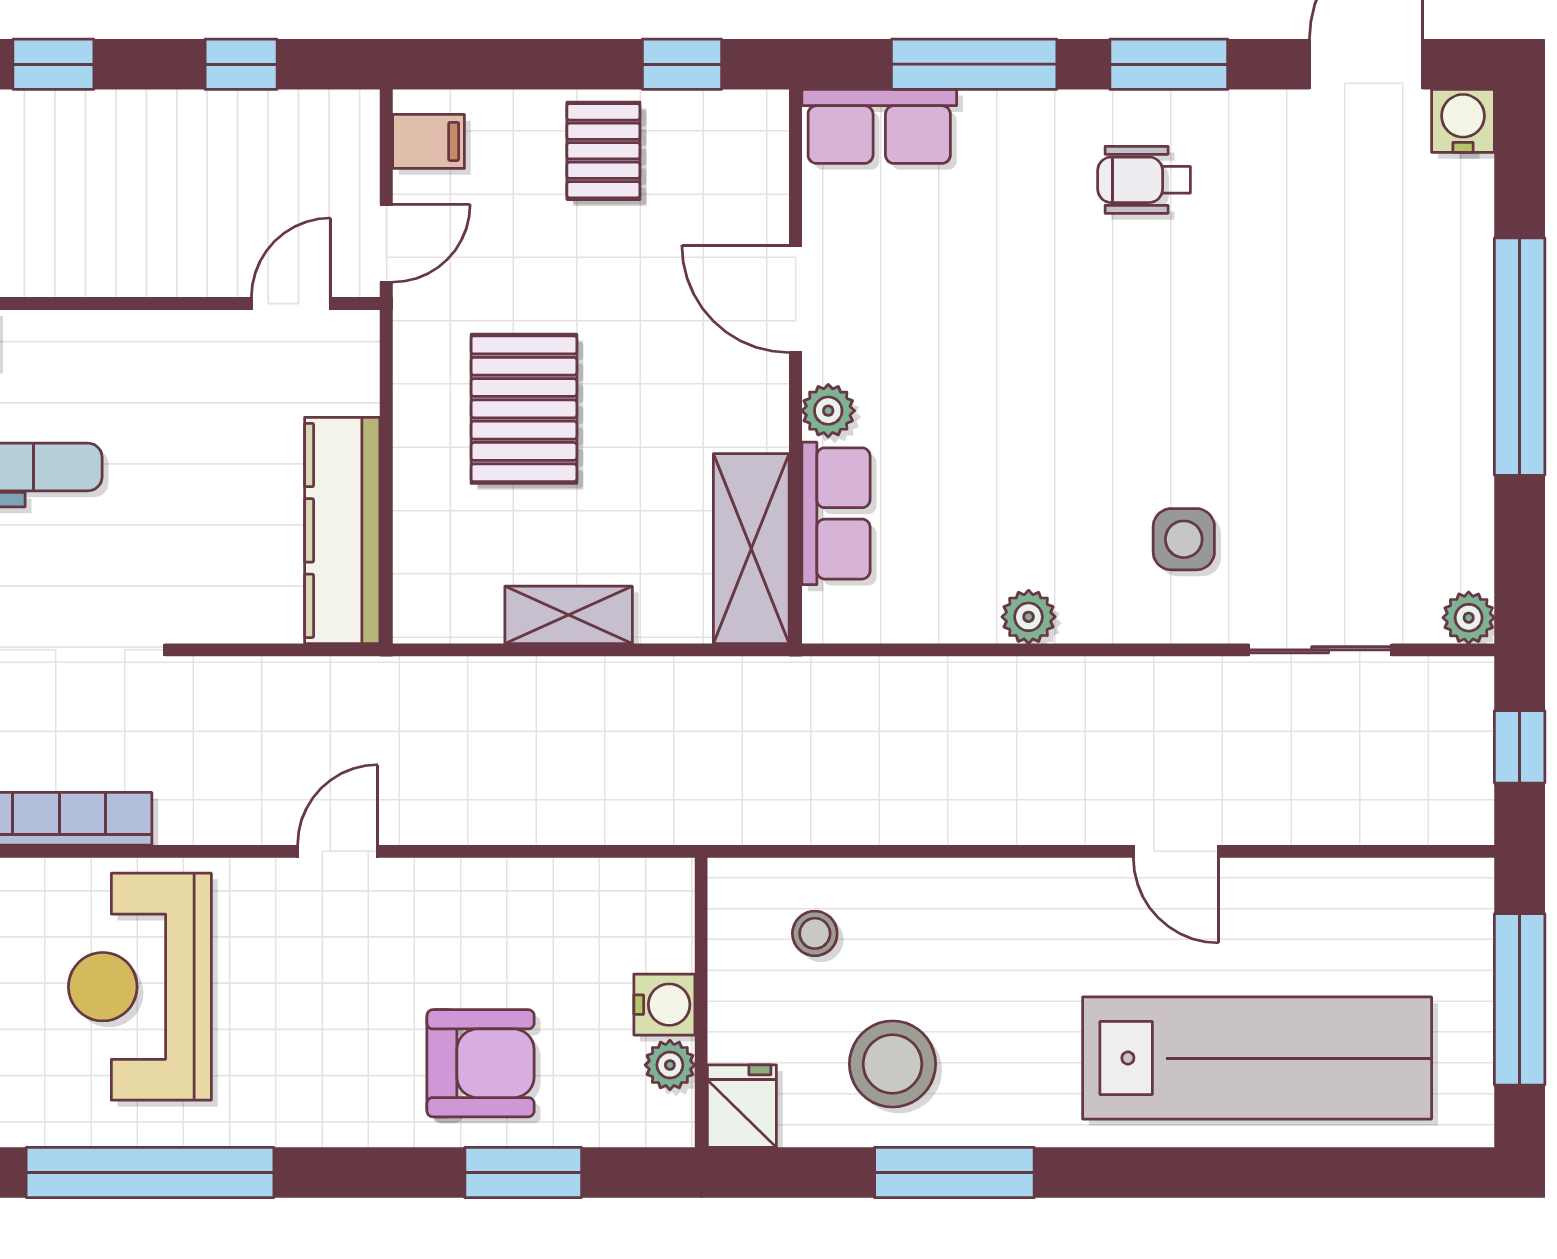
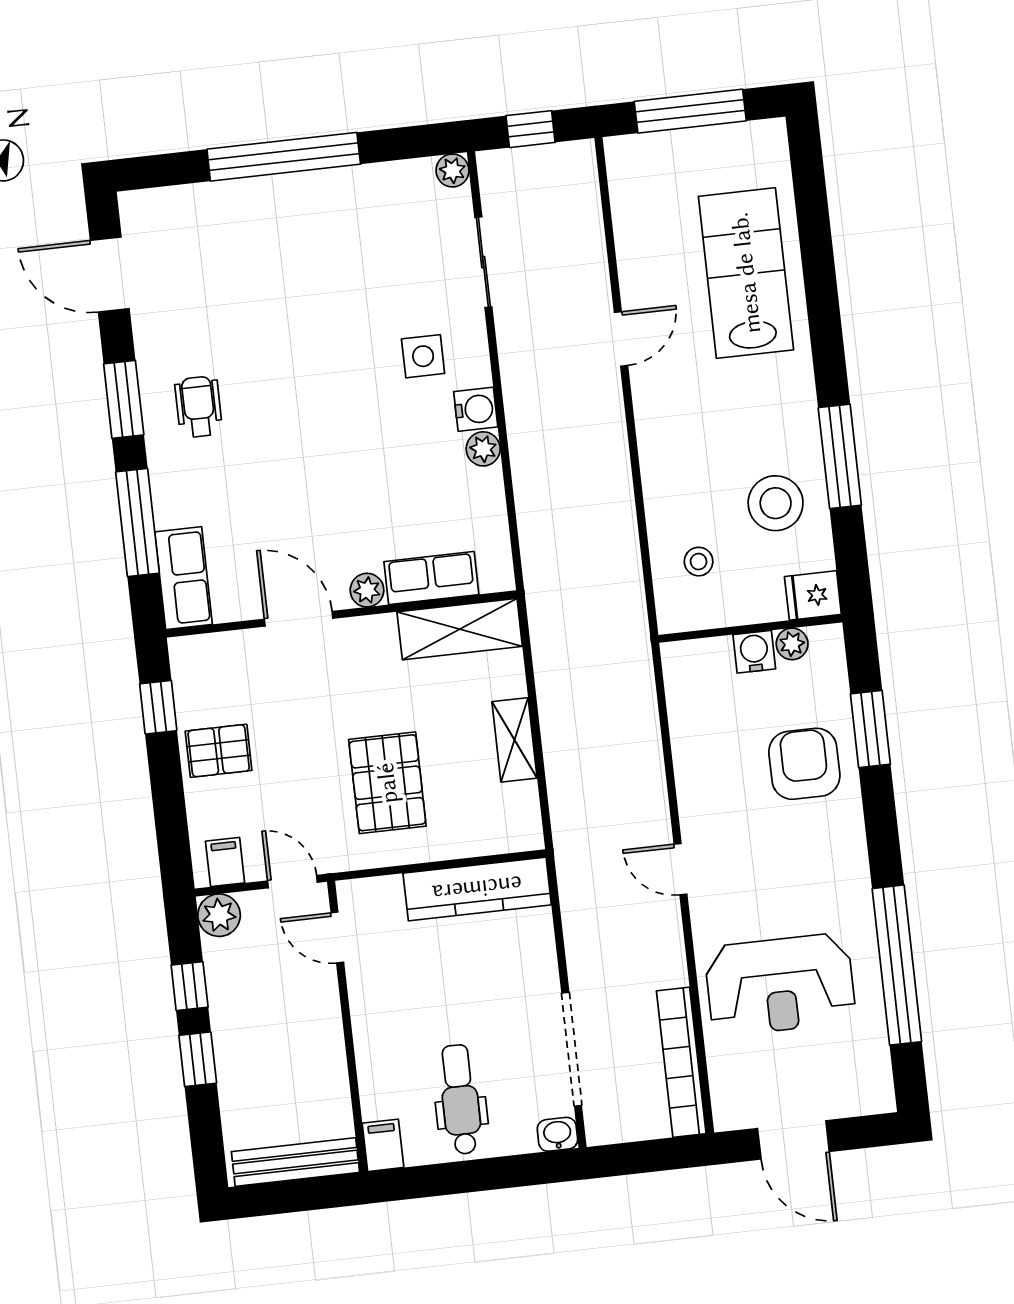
window: (53, 64) -> (198, 1059), moved
water cooler: (1463, 121) -> (476, 409), moved, turned 180
plant: (347, 123) -> (219, 915), added
wheelchair: (1144, 180) -> (199, 407), turned 180
door: (796, 299) -> (299, 619), swing flipped
pallet: (524, 409) -> (387, 783), turned 90
lab bench: (1257, 1058) -> (746, 273), width x0.73

